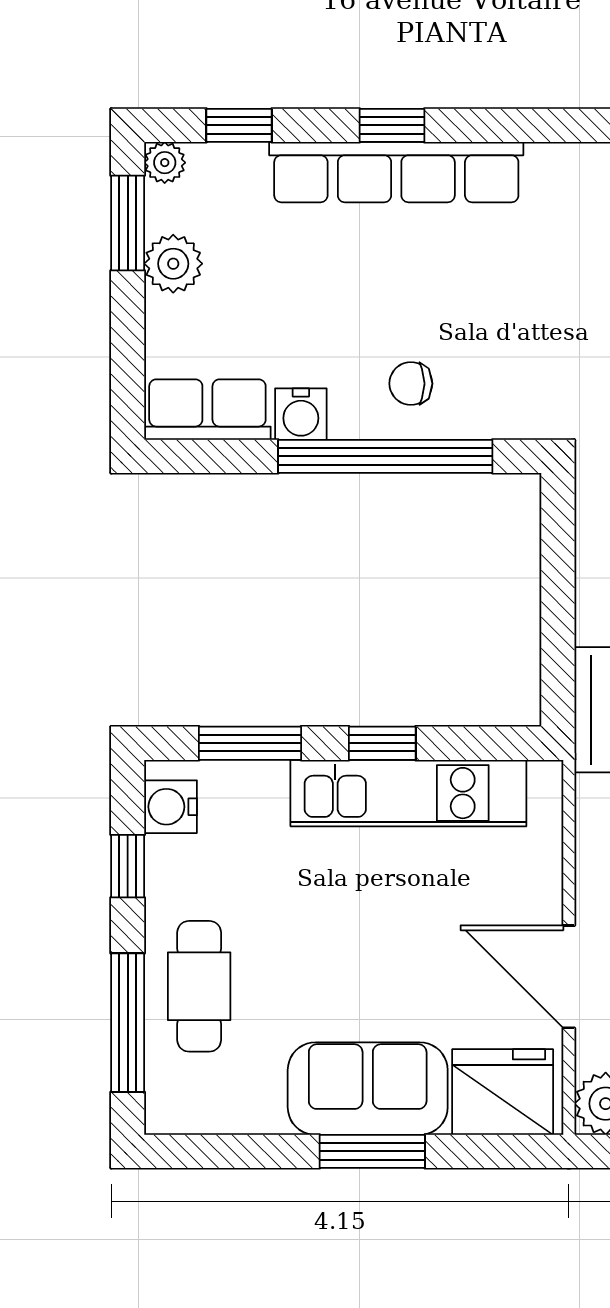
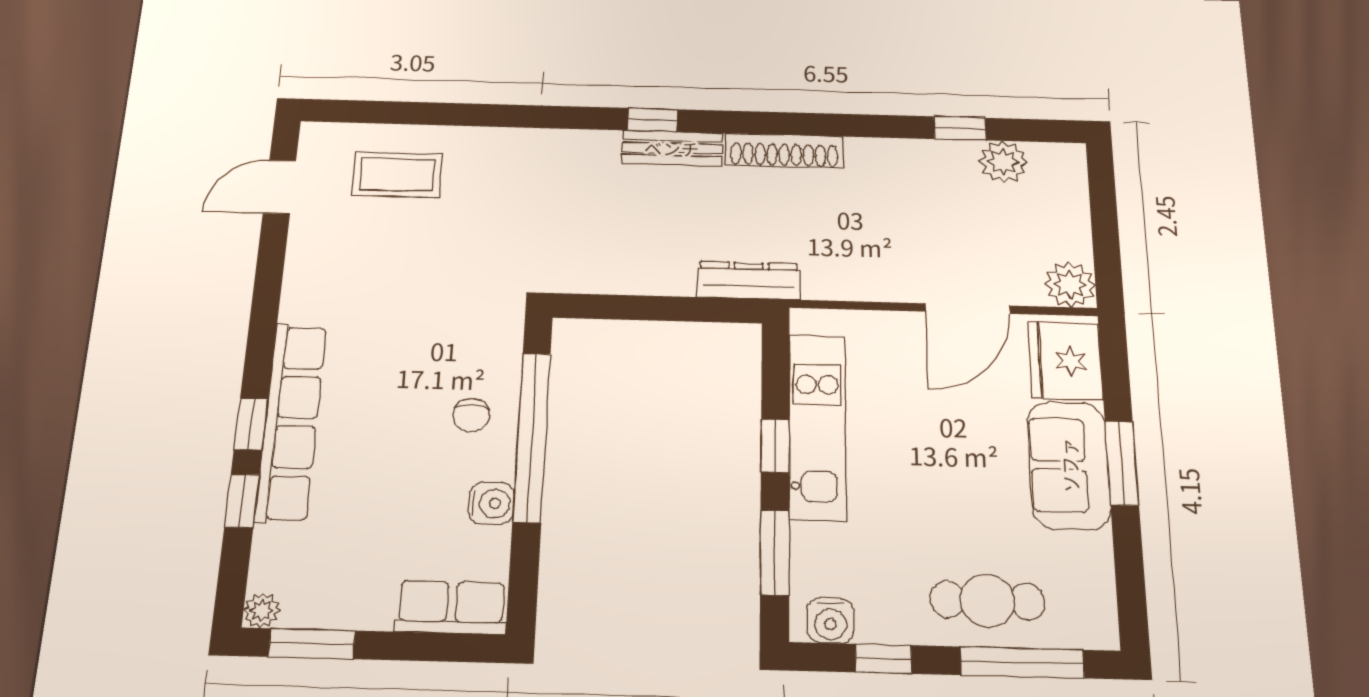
window: (239, 125) -> (242, 501), moved
plant: (173, 264) -> (352, 606), removed
row of seats: (207, 410) -> (451, 607), moved, turned 90

